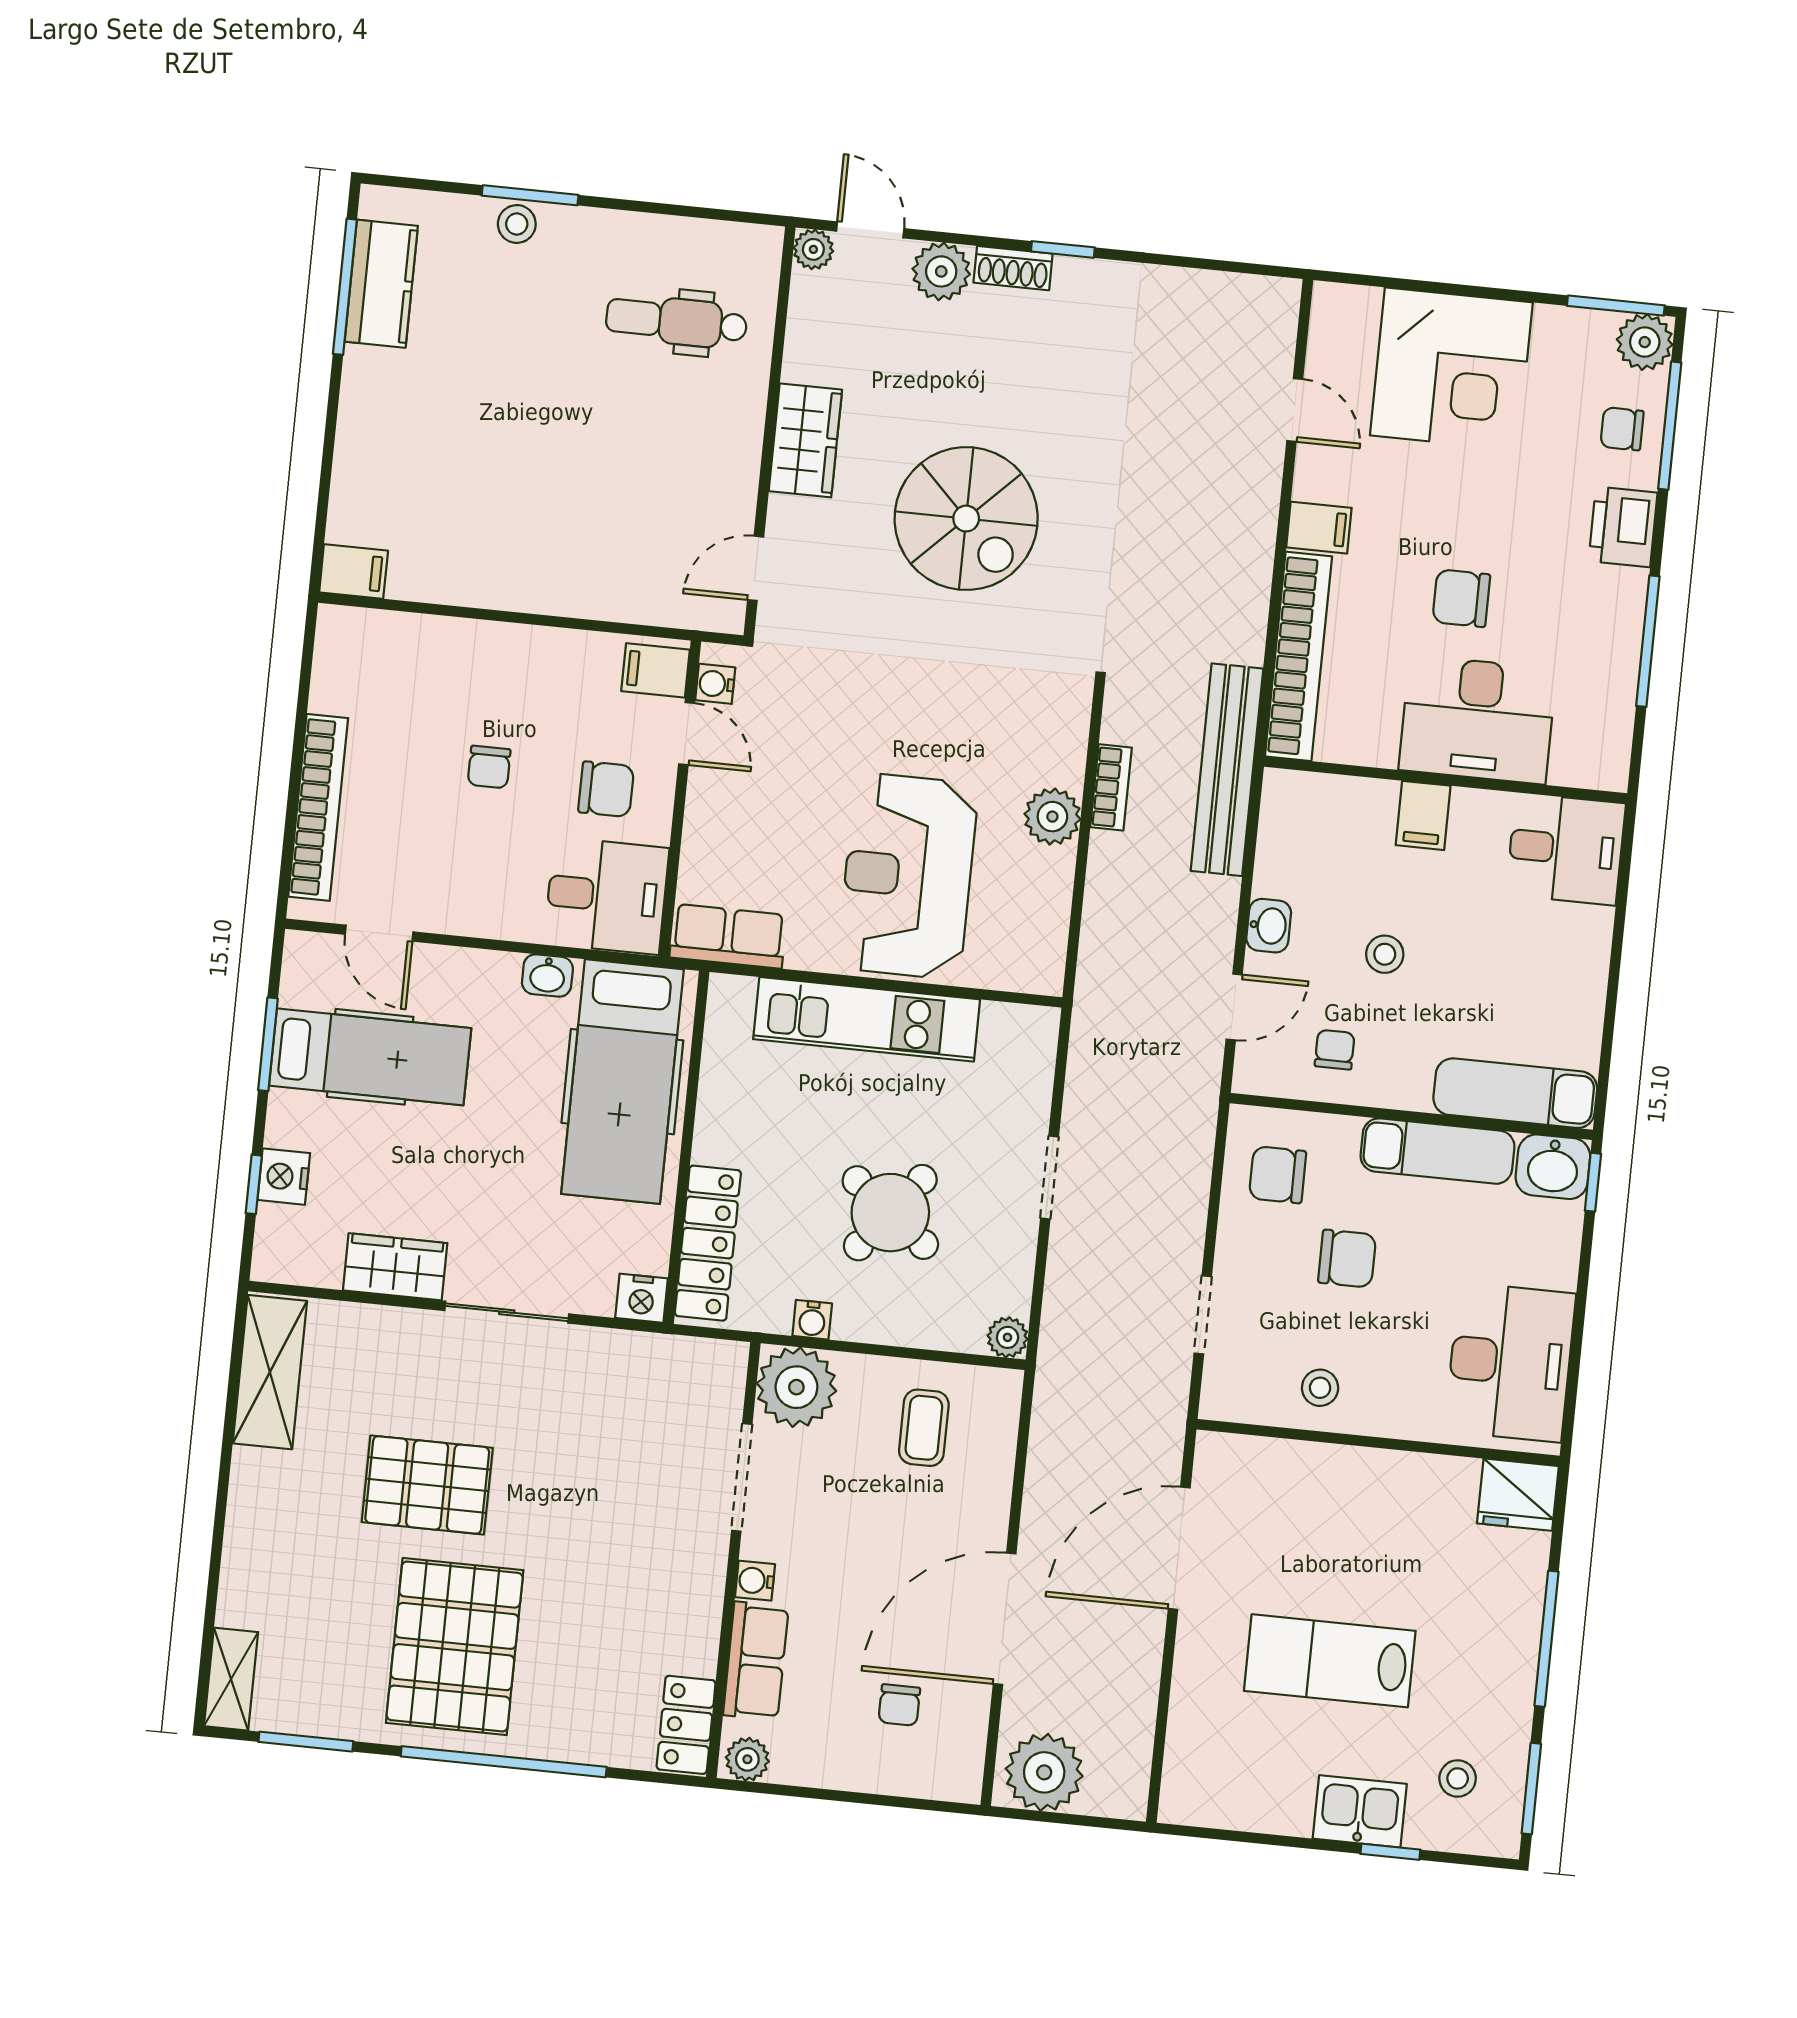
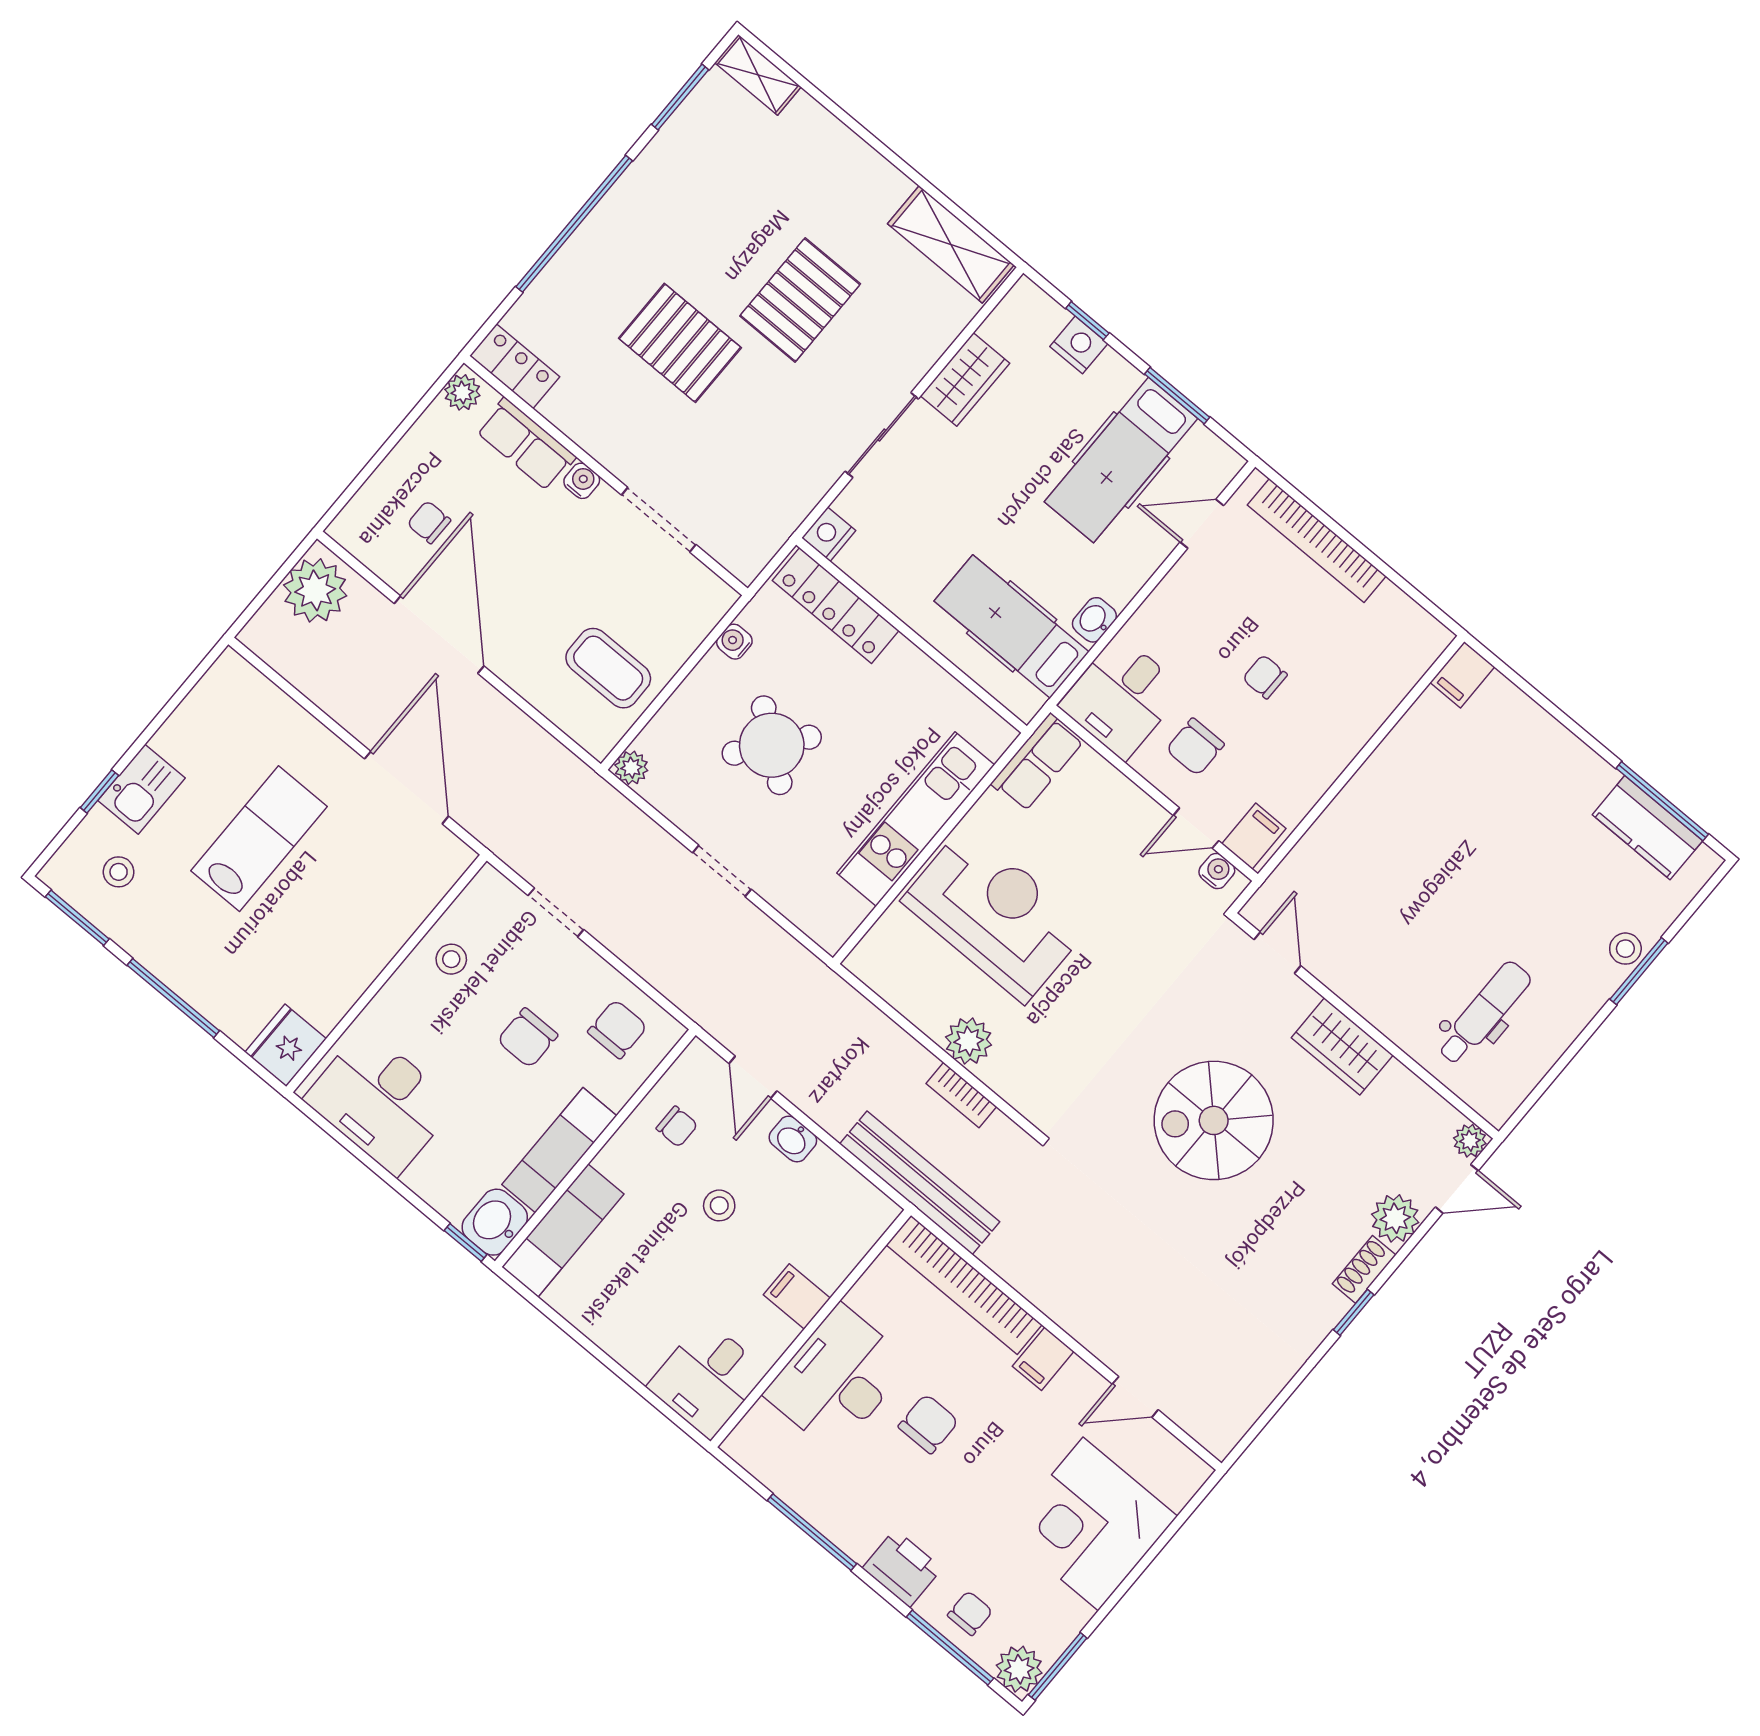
hospital bed: (622, 1082) -> (1012, 626), width x0.73, depth x0.78
plant: (796, 1387) -> (695, 599), removed
coffee table: (924, 1428) -> (608, 668), width x1.36, depth x1.30
pallet: (455, 1647) -> (680, 343), moved, width x0.73, depth x0.71

